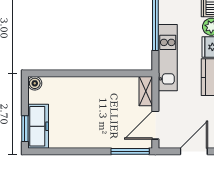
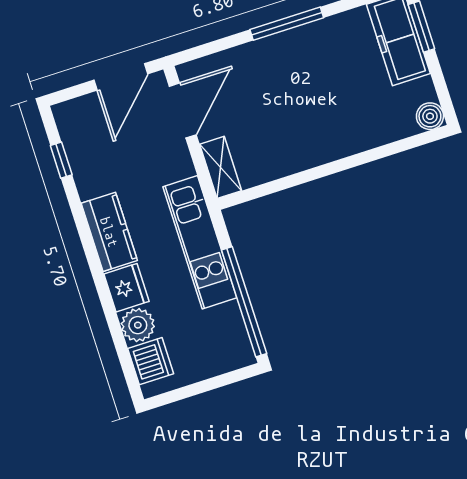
window: (130, 151) -> (287, 24), moved
door: (194, 151) -> (121, 77), moved

